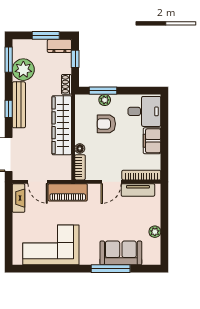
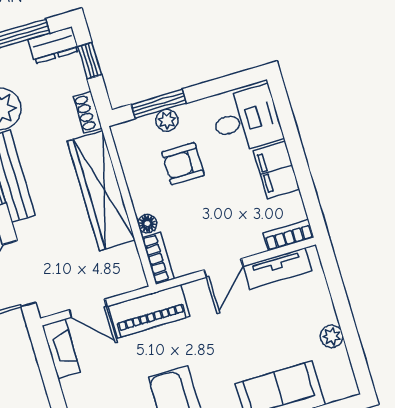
bookcase: (141, 175) -> (288, 235), width x0.64

